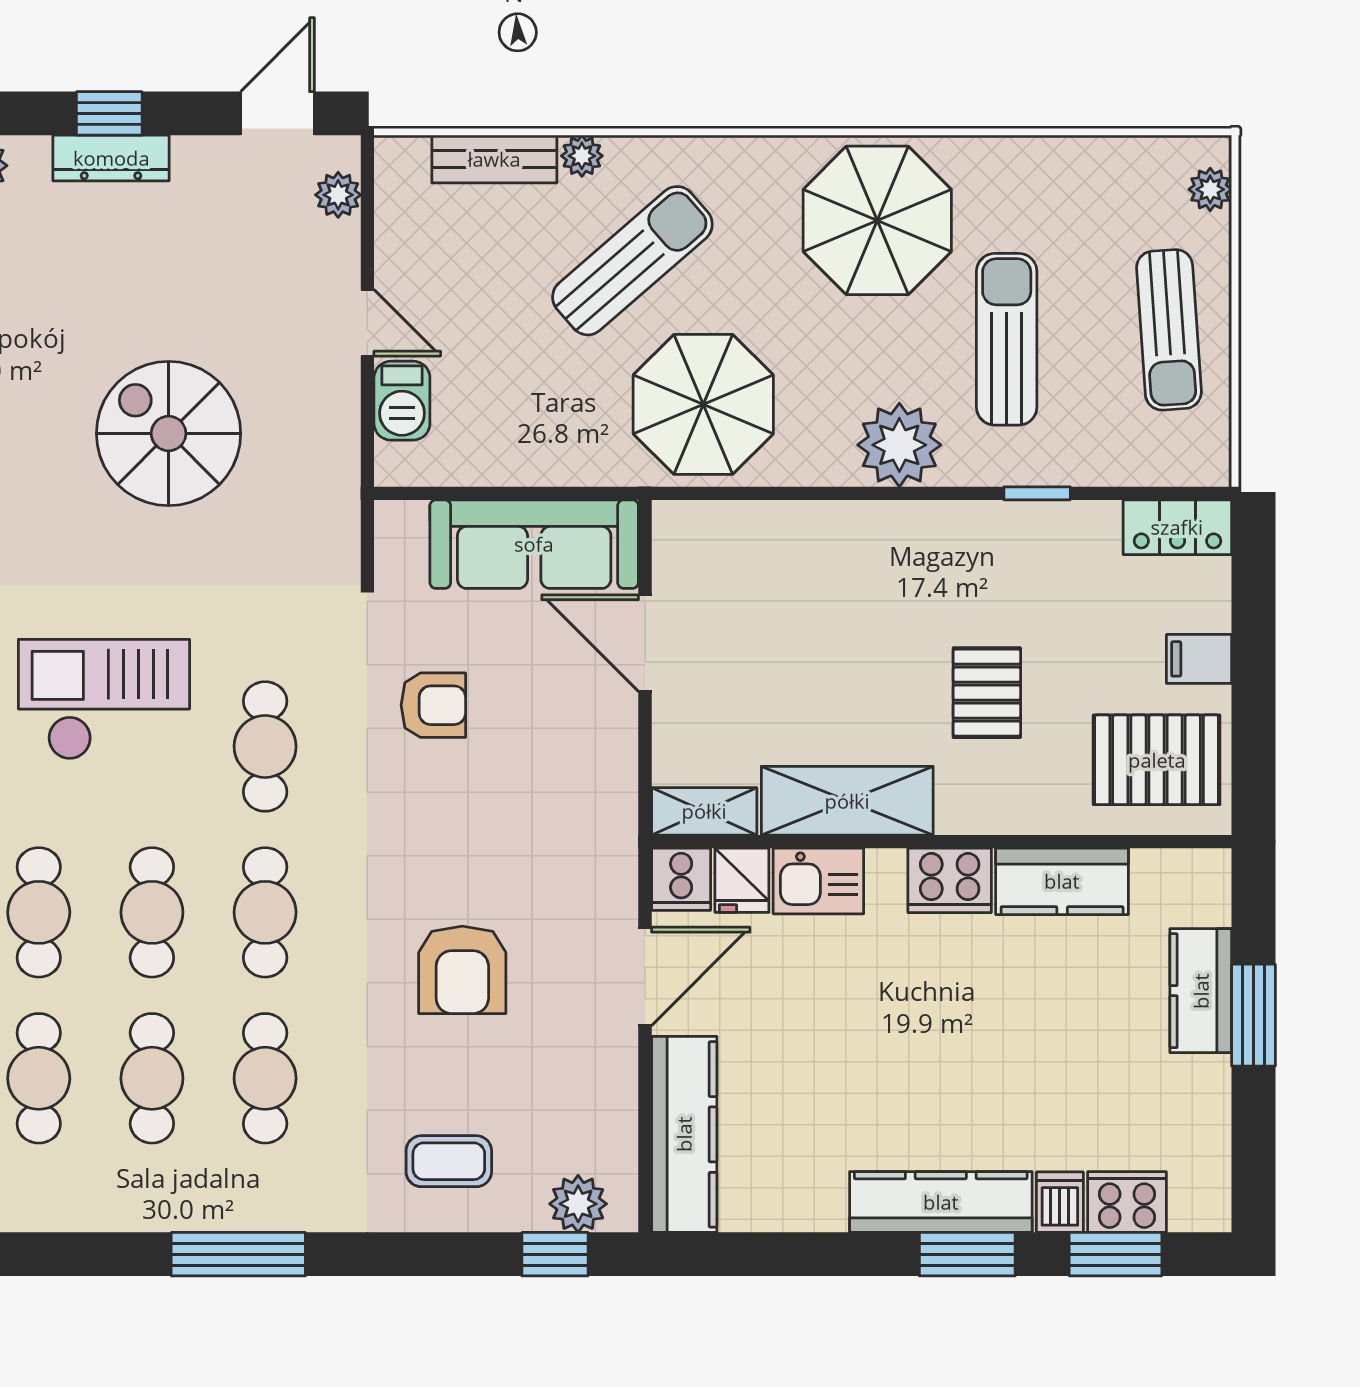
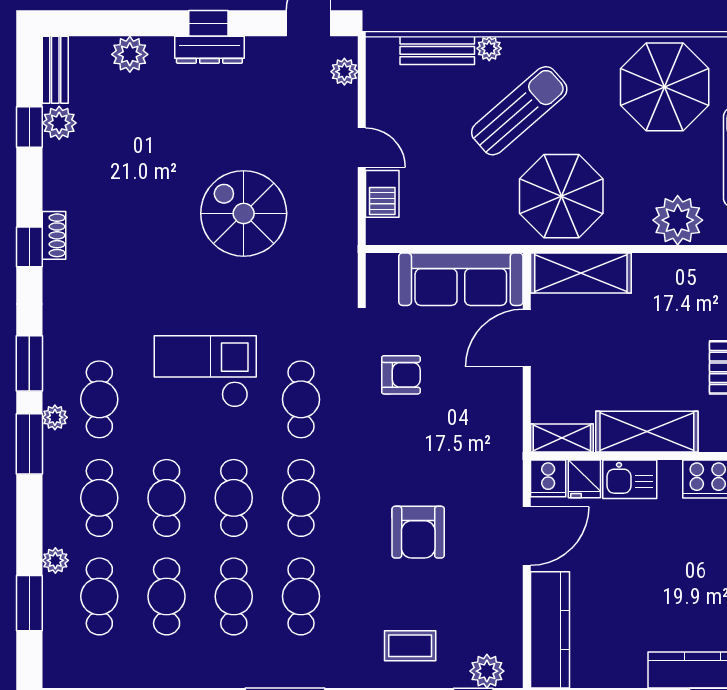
shelving: (736, 534) -> (581, 273), added
door: (645, 643) -> (527, 338), hinge flipped

